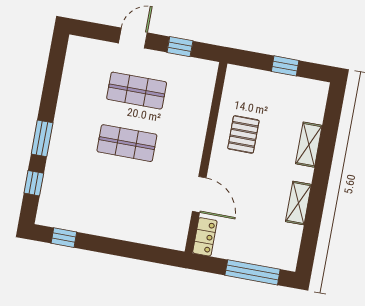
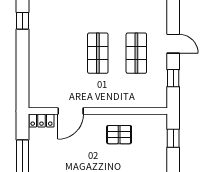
window: (285, 66) -> (173, 138), moved

